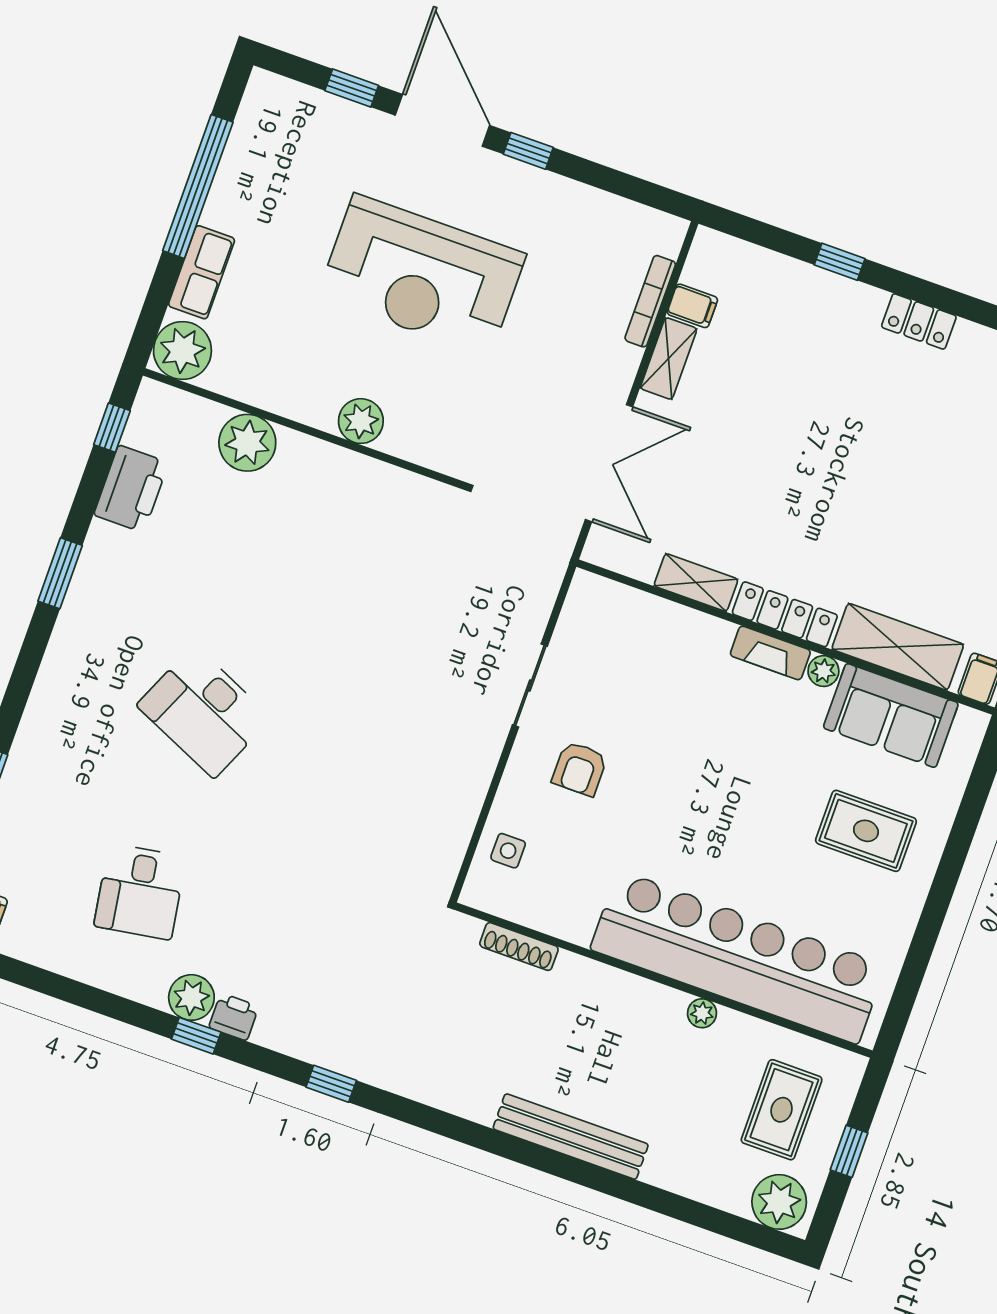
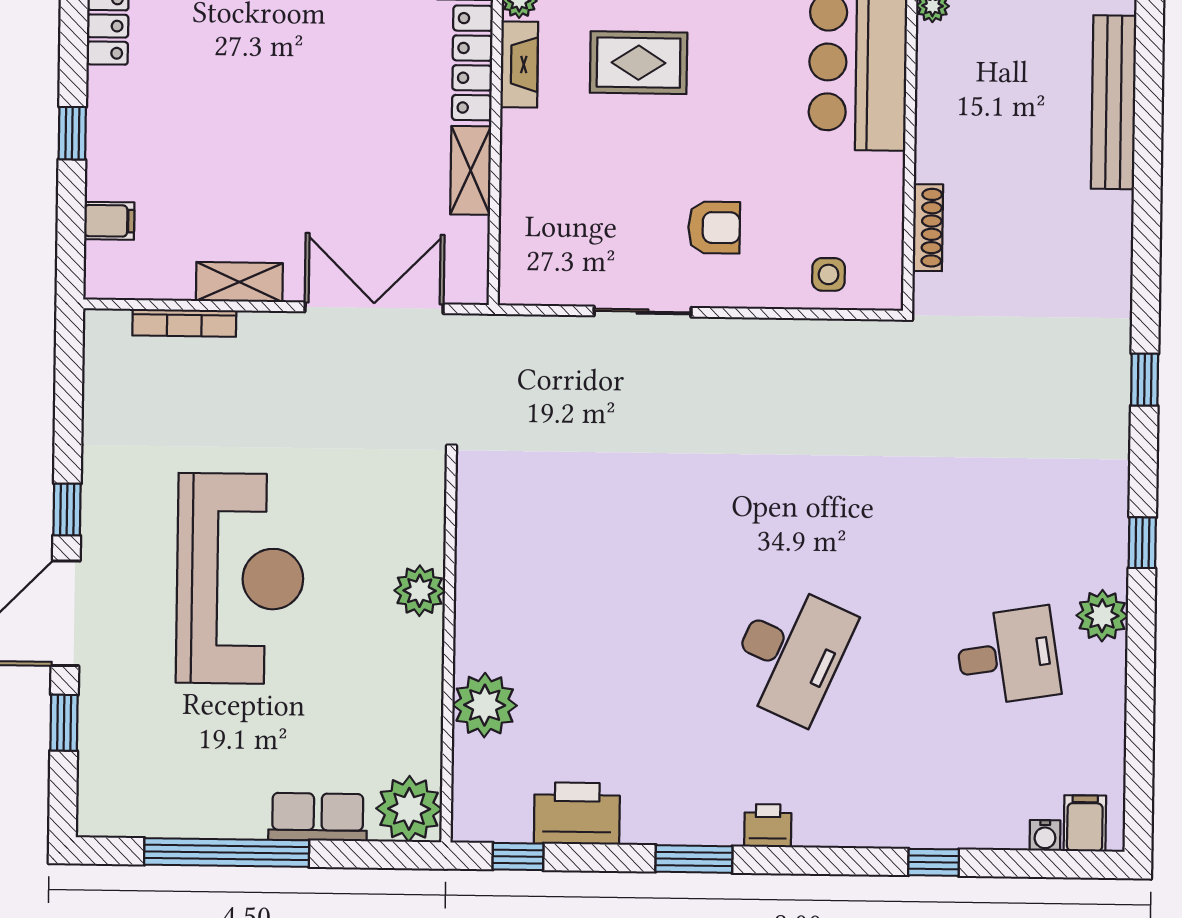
filing cabinet: (692, 306) -> (109, 221), moved, turned 90
rug: (738, 753) -> (639, 63), added
plant: (191, 997) -> (1102, 616), moved
printer: (234, 1017) -> (768, 826), moved, turned 90

